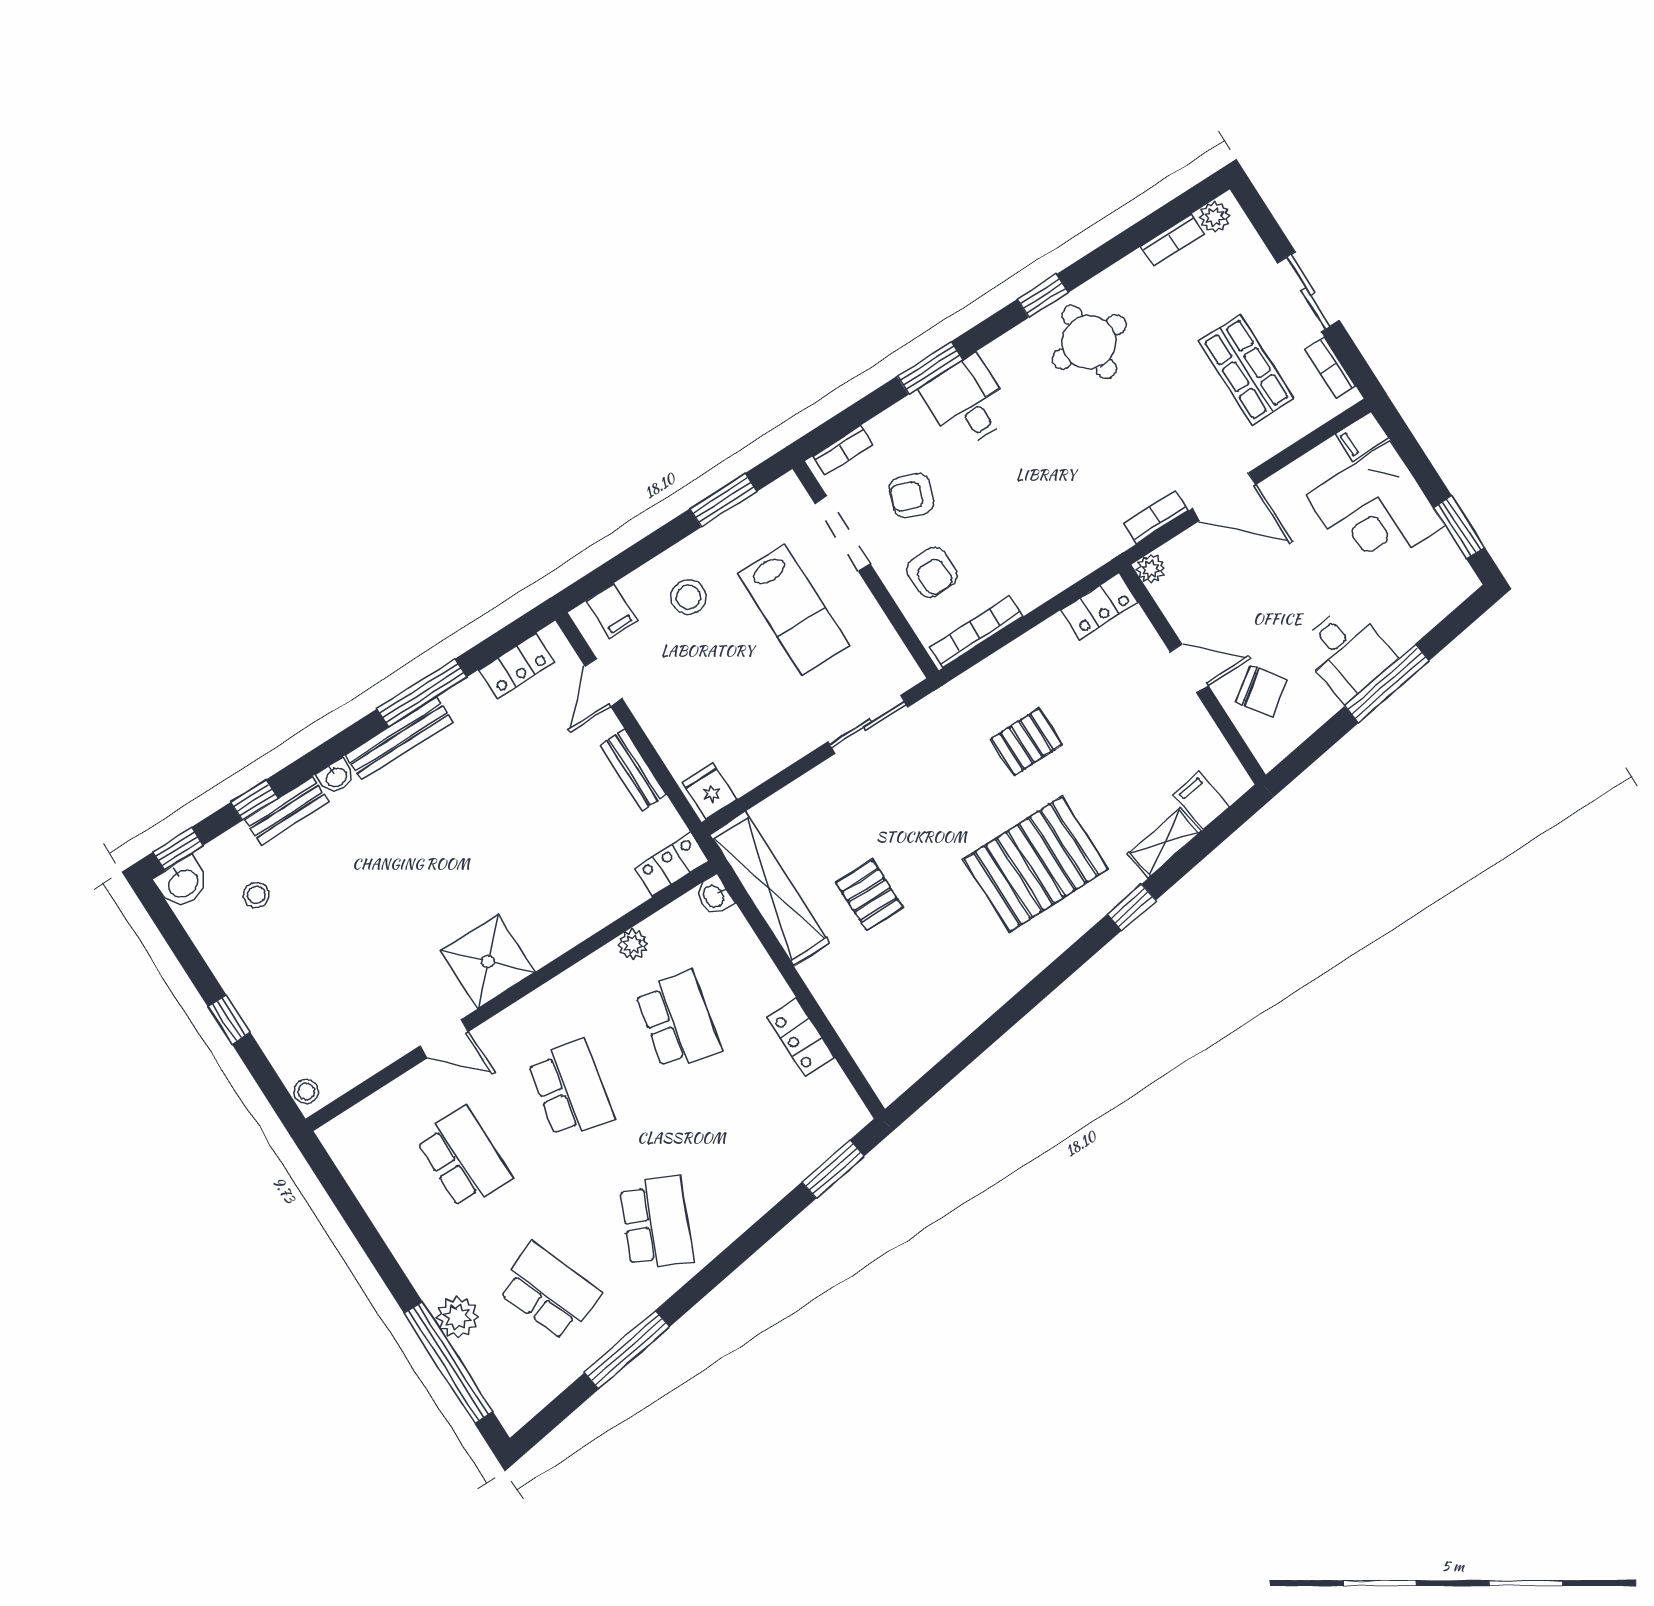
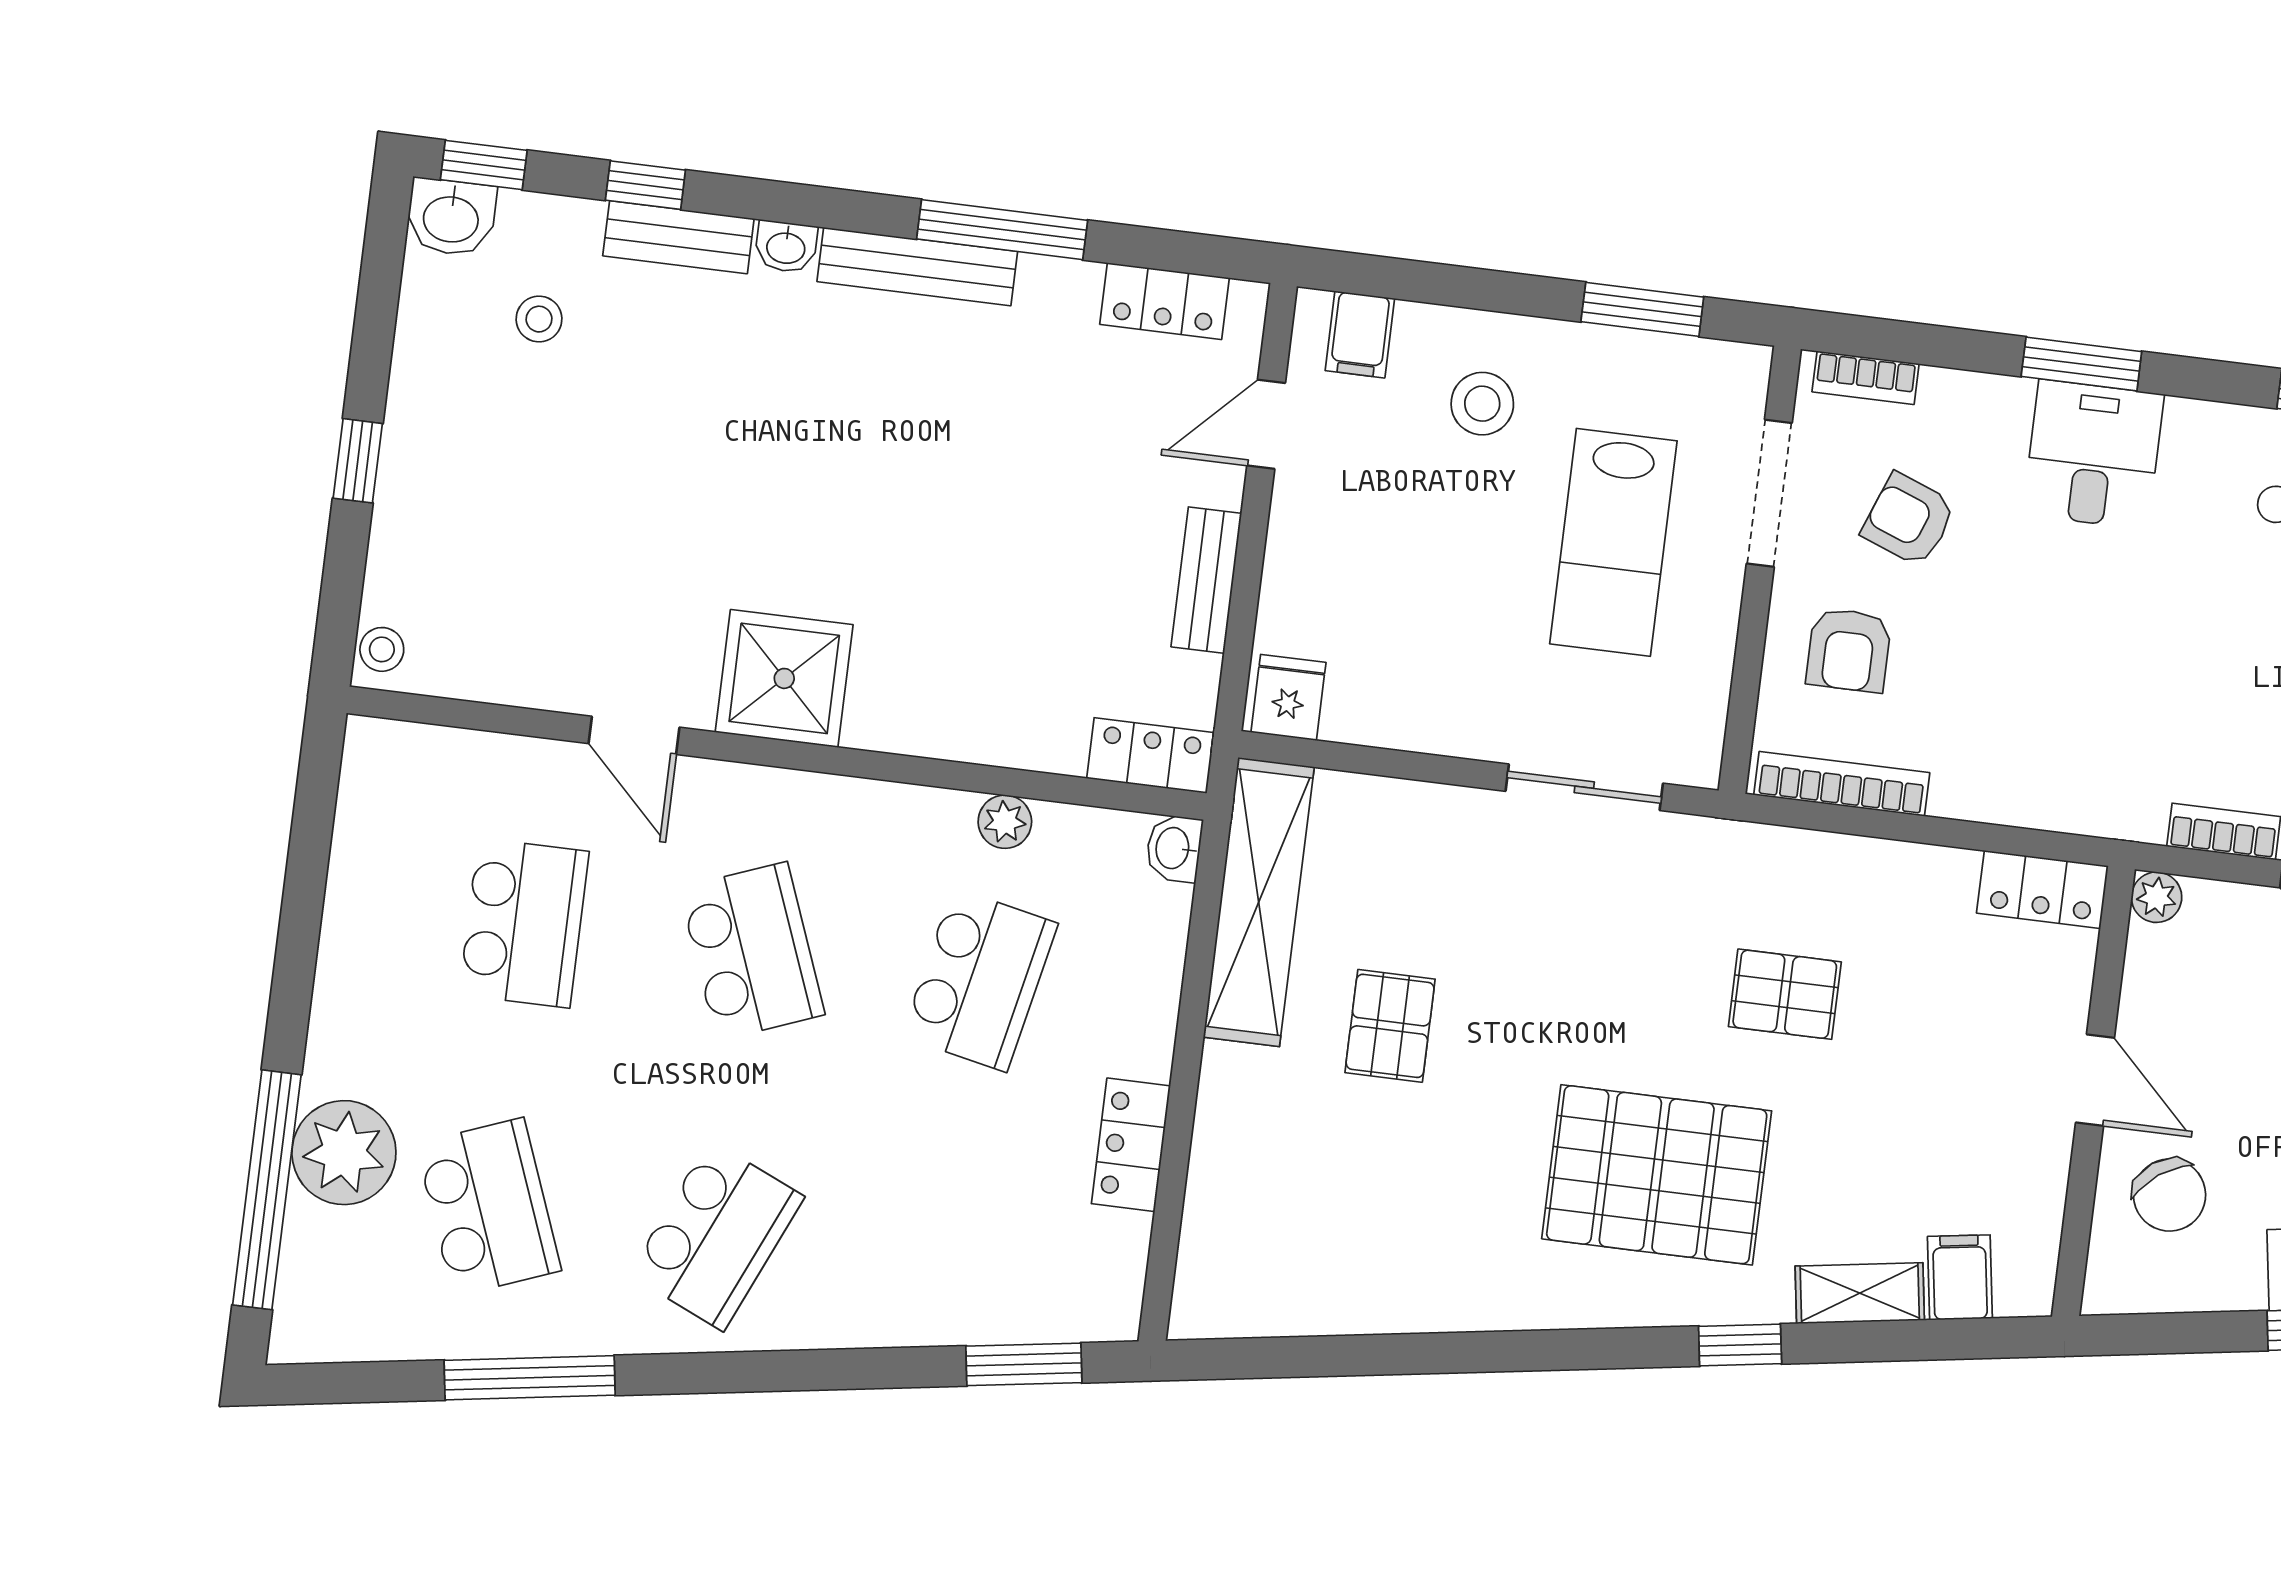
school desk: (571, 1089) -> (752, 951), turned -33
plant: (457, 1317) -> (344, 1153), width x1.36, depth x1.36

